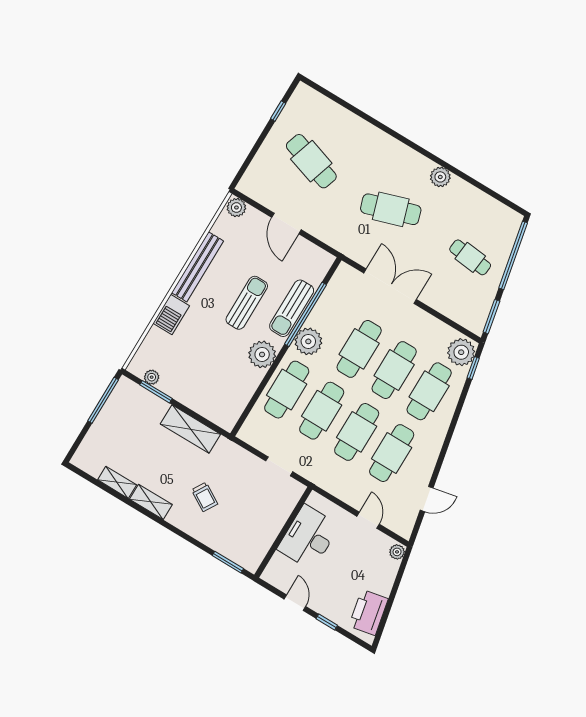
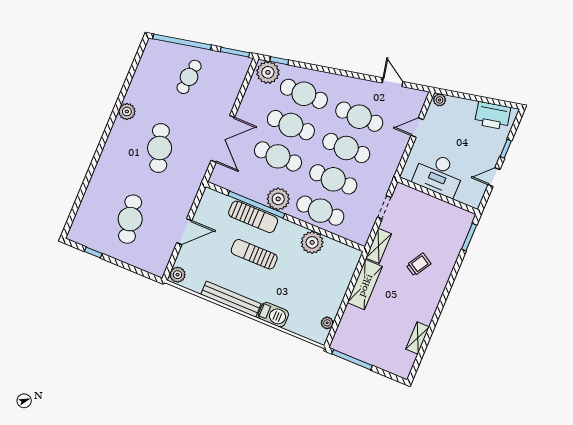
cafe table: (311, 161) -> (130, 219), turned -30
double door: (390, 286) -> (223, 139), swing flipped
plant: (262, 354) -> (312, 242), moved
window: (156, 392) -> (338, 318), removed
shelving: (151, 502) -> (379, 246), moved

